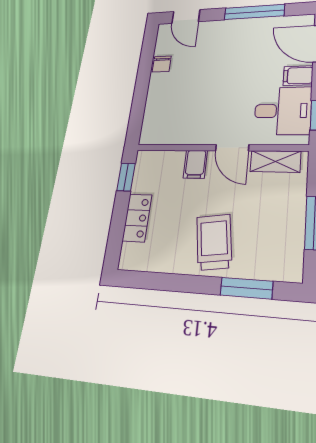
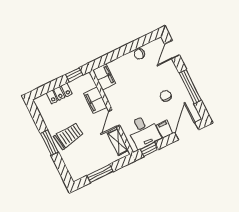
chair: (246, 52) -> (166, 96), added
filing cabinet: (159, 132) -> (104, 77), added
filing cabinet: (195, 164) -> (95, 100), width x2.00
window: (246, 288) -> (49, 142), moved

